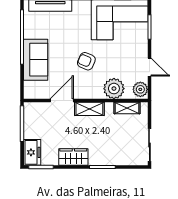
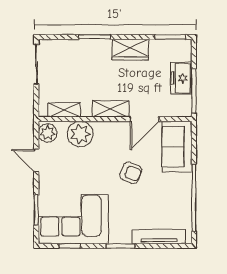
sofa: (36, 60) -> (177, 147), moved
armchair: (86, 61) -> (131, 173), moved
freezer: (32, 152) -> (181, 78), moved

